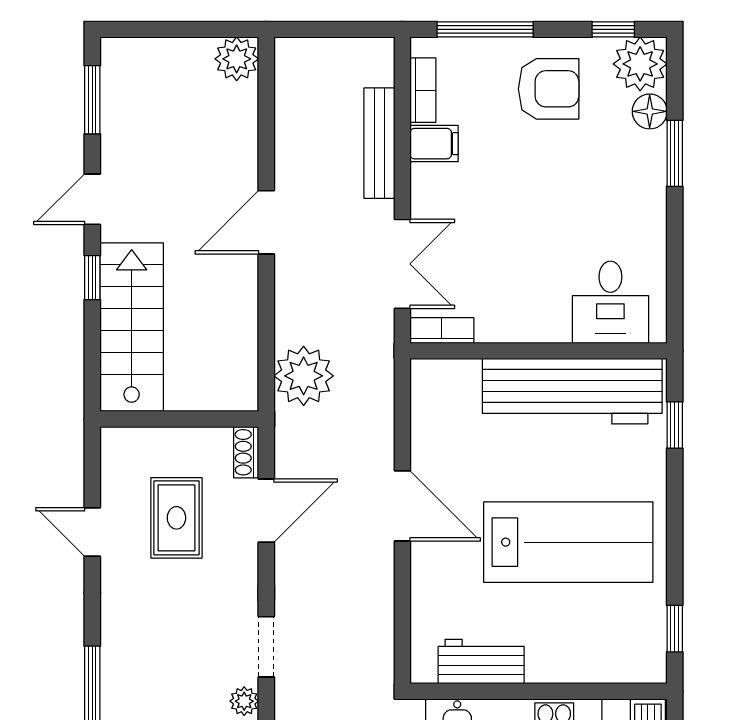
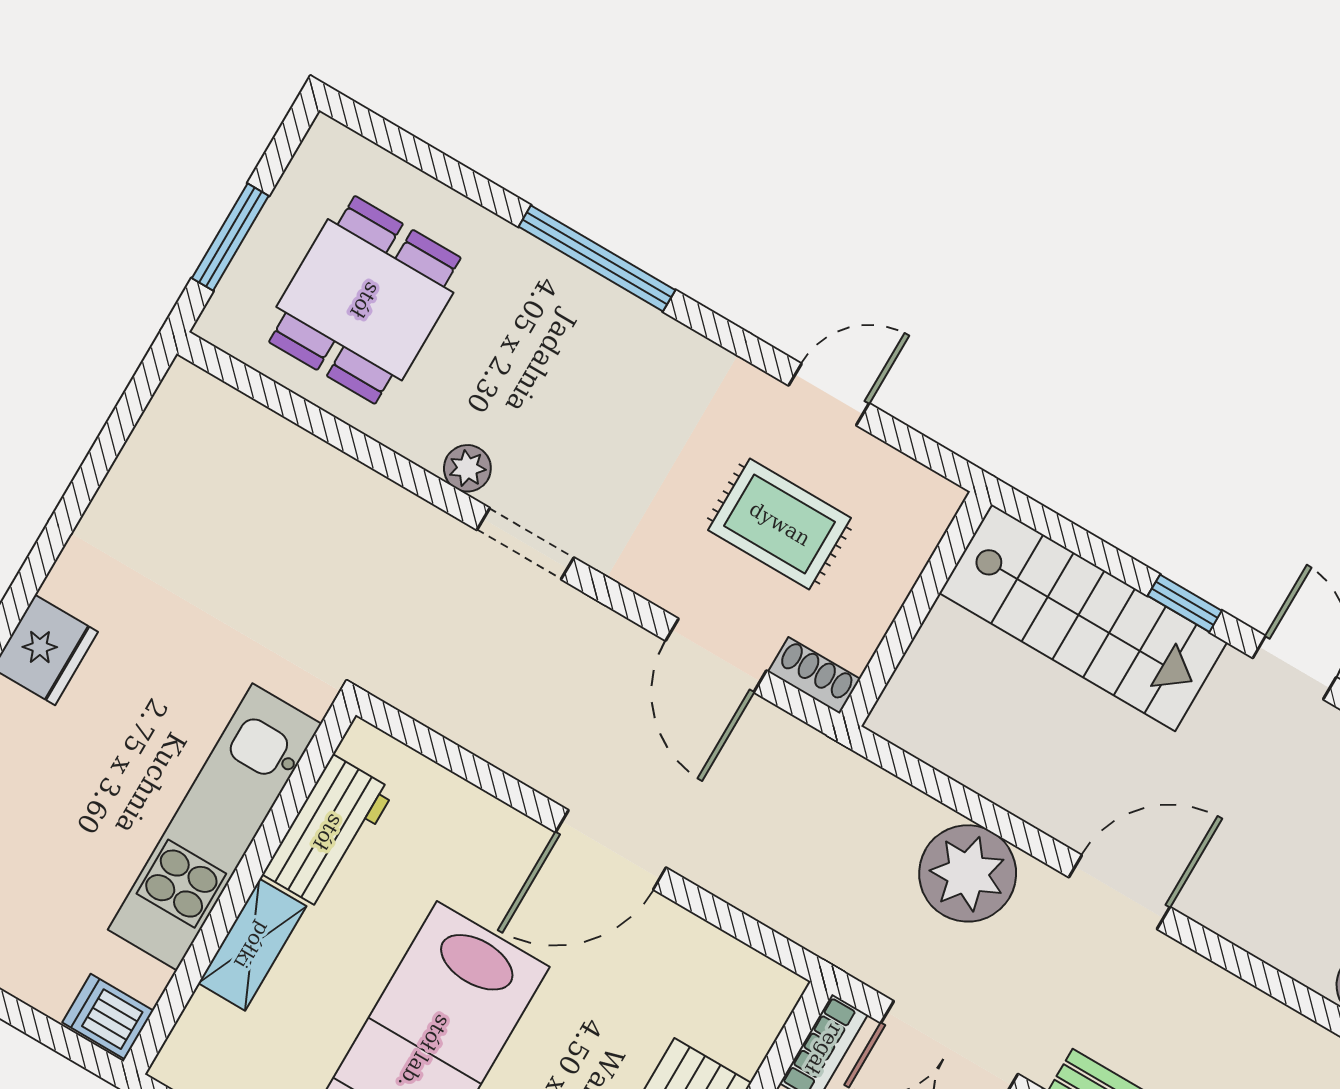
door: (266, 222) -> (1119, 892), hinge flipped
plant: (304, 376) -> (968, 873), moved
shelving: (565, 667) -> (252, 945), added

